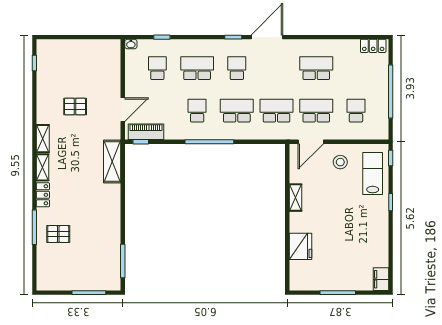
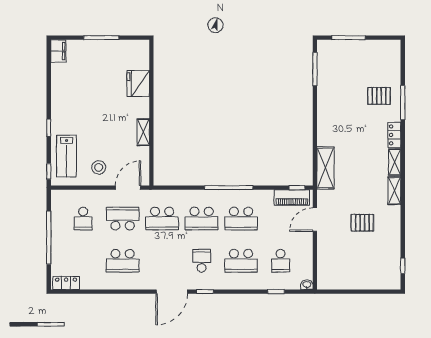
school desk: (237, 68) -> (202, 261), turned 180
school desk: (197, 111) -> (241, 219), width x1.85
school desk: (316, 111) -> (123, 219), turned 180

